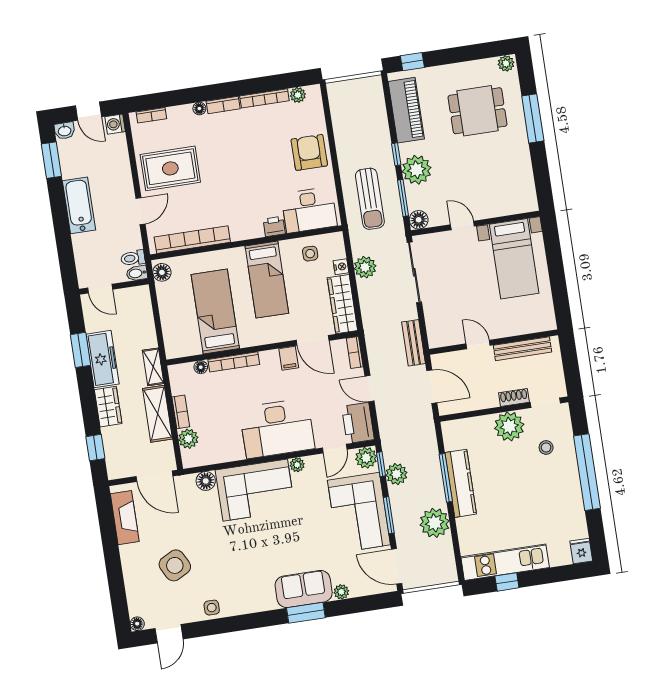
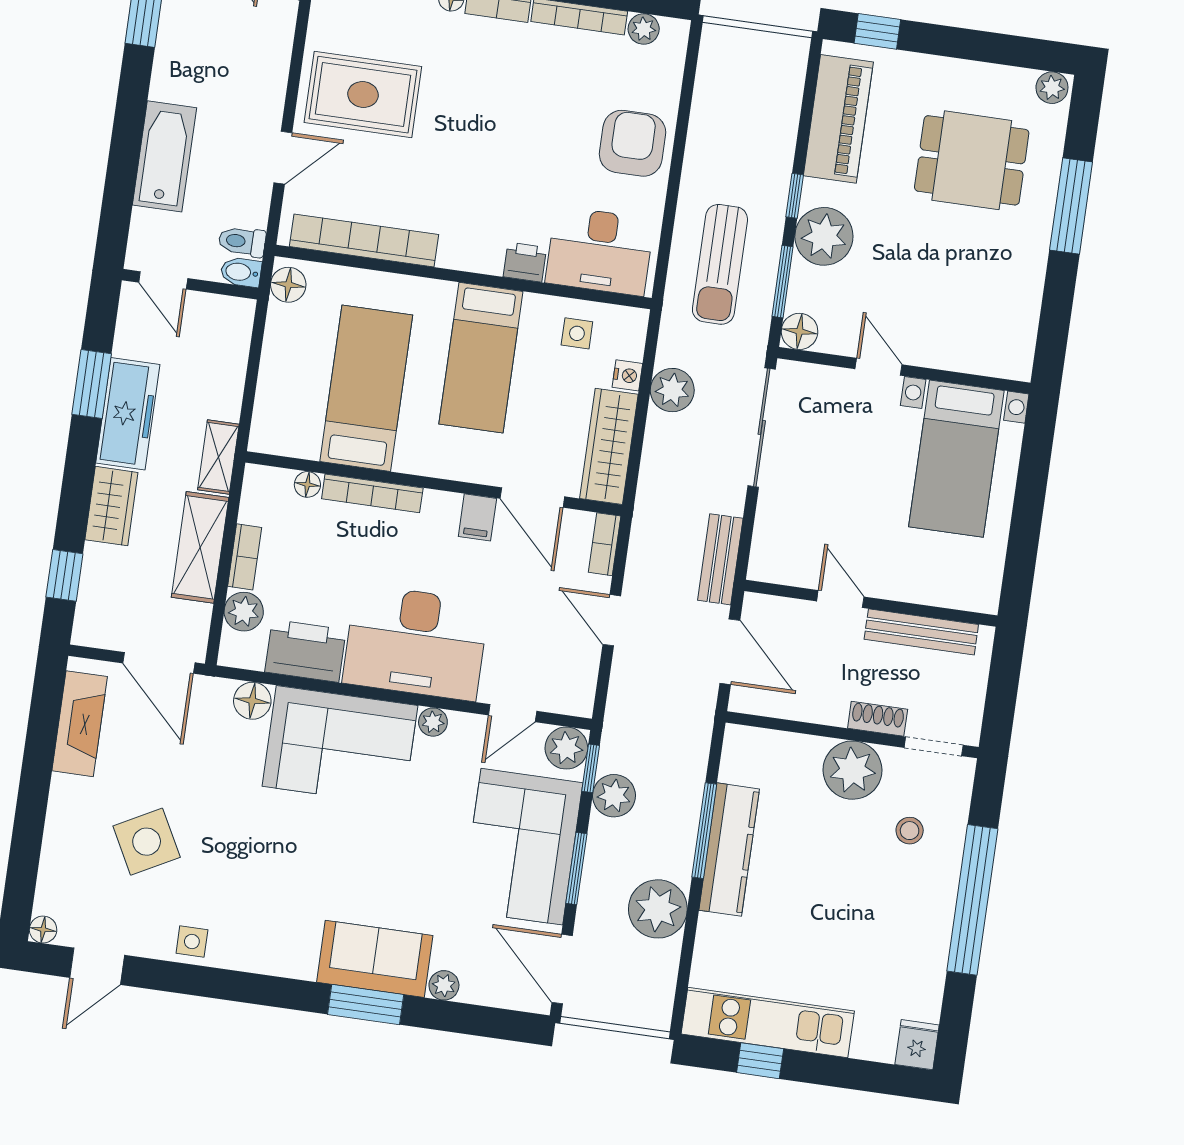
bathtub: (79, 205) -> (164, 156), moved
printer: (358, 423) -> (305, 651), moved, turned 90

